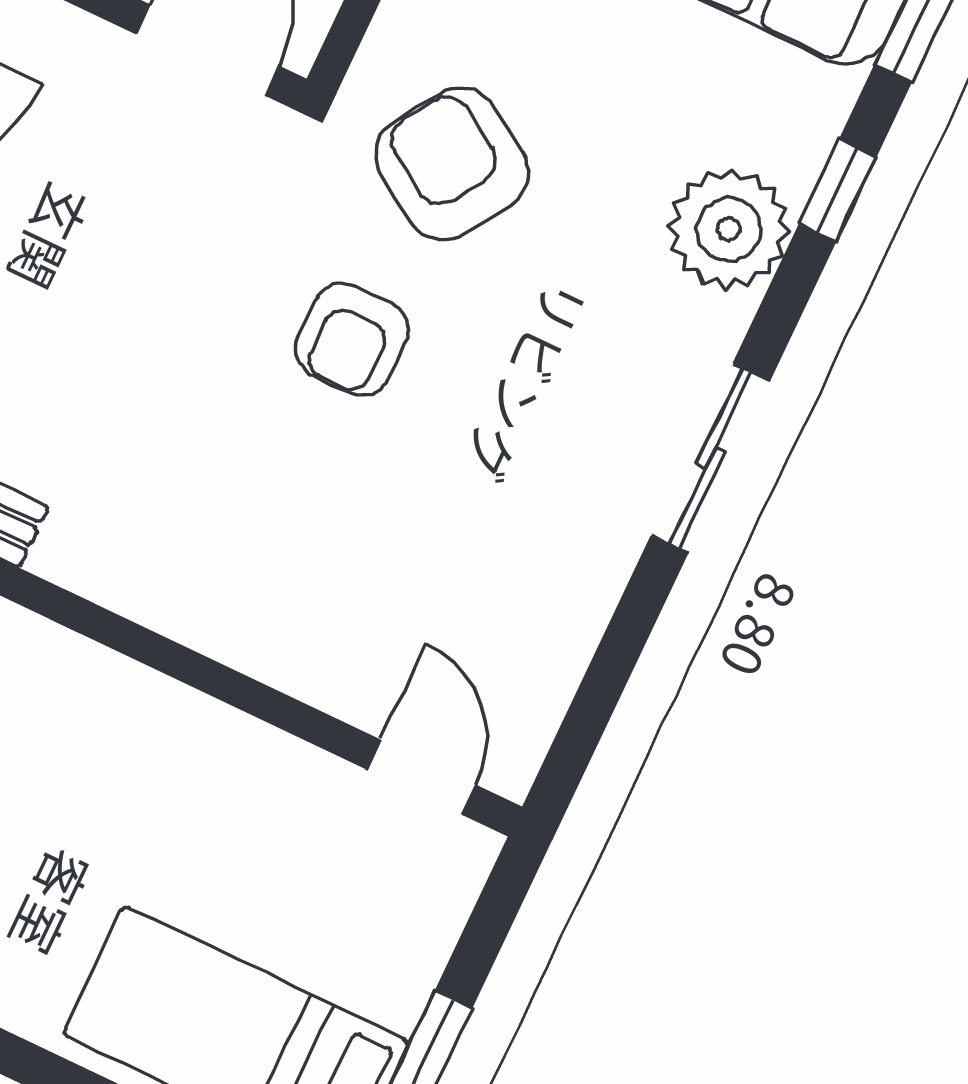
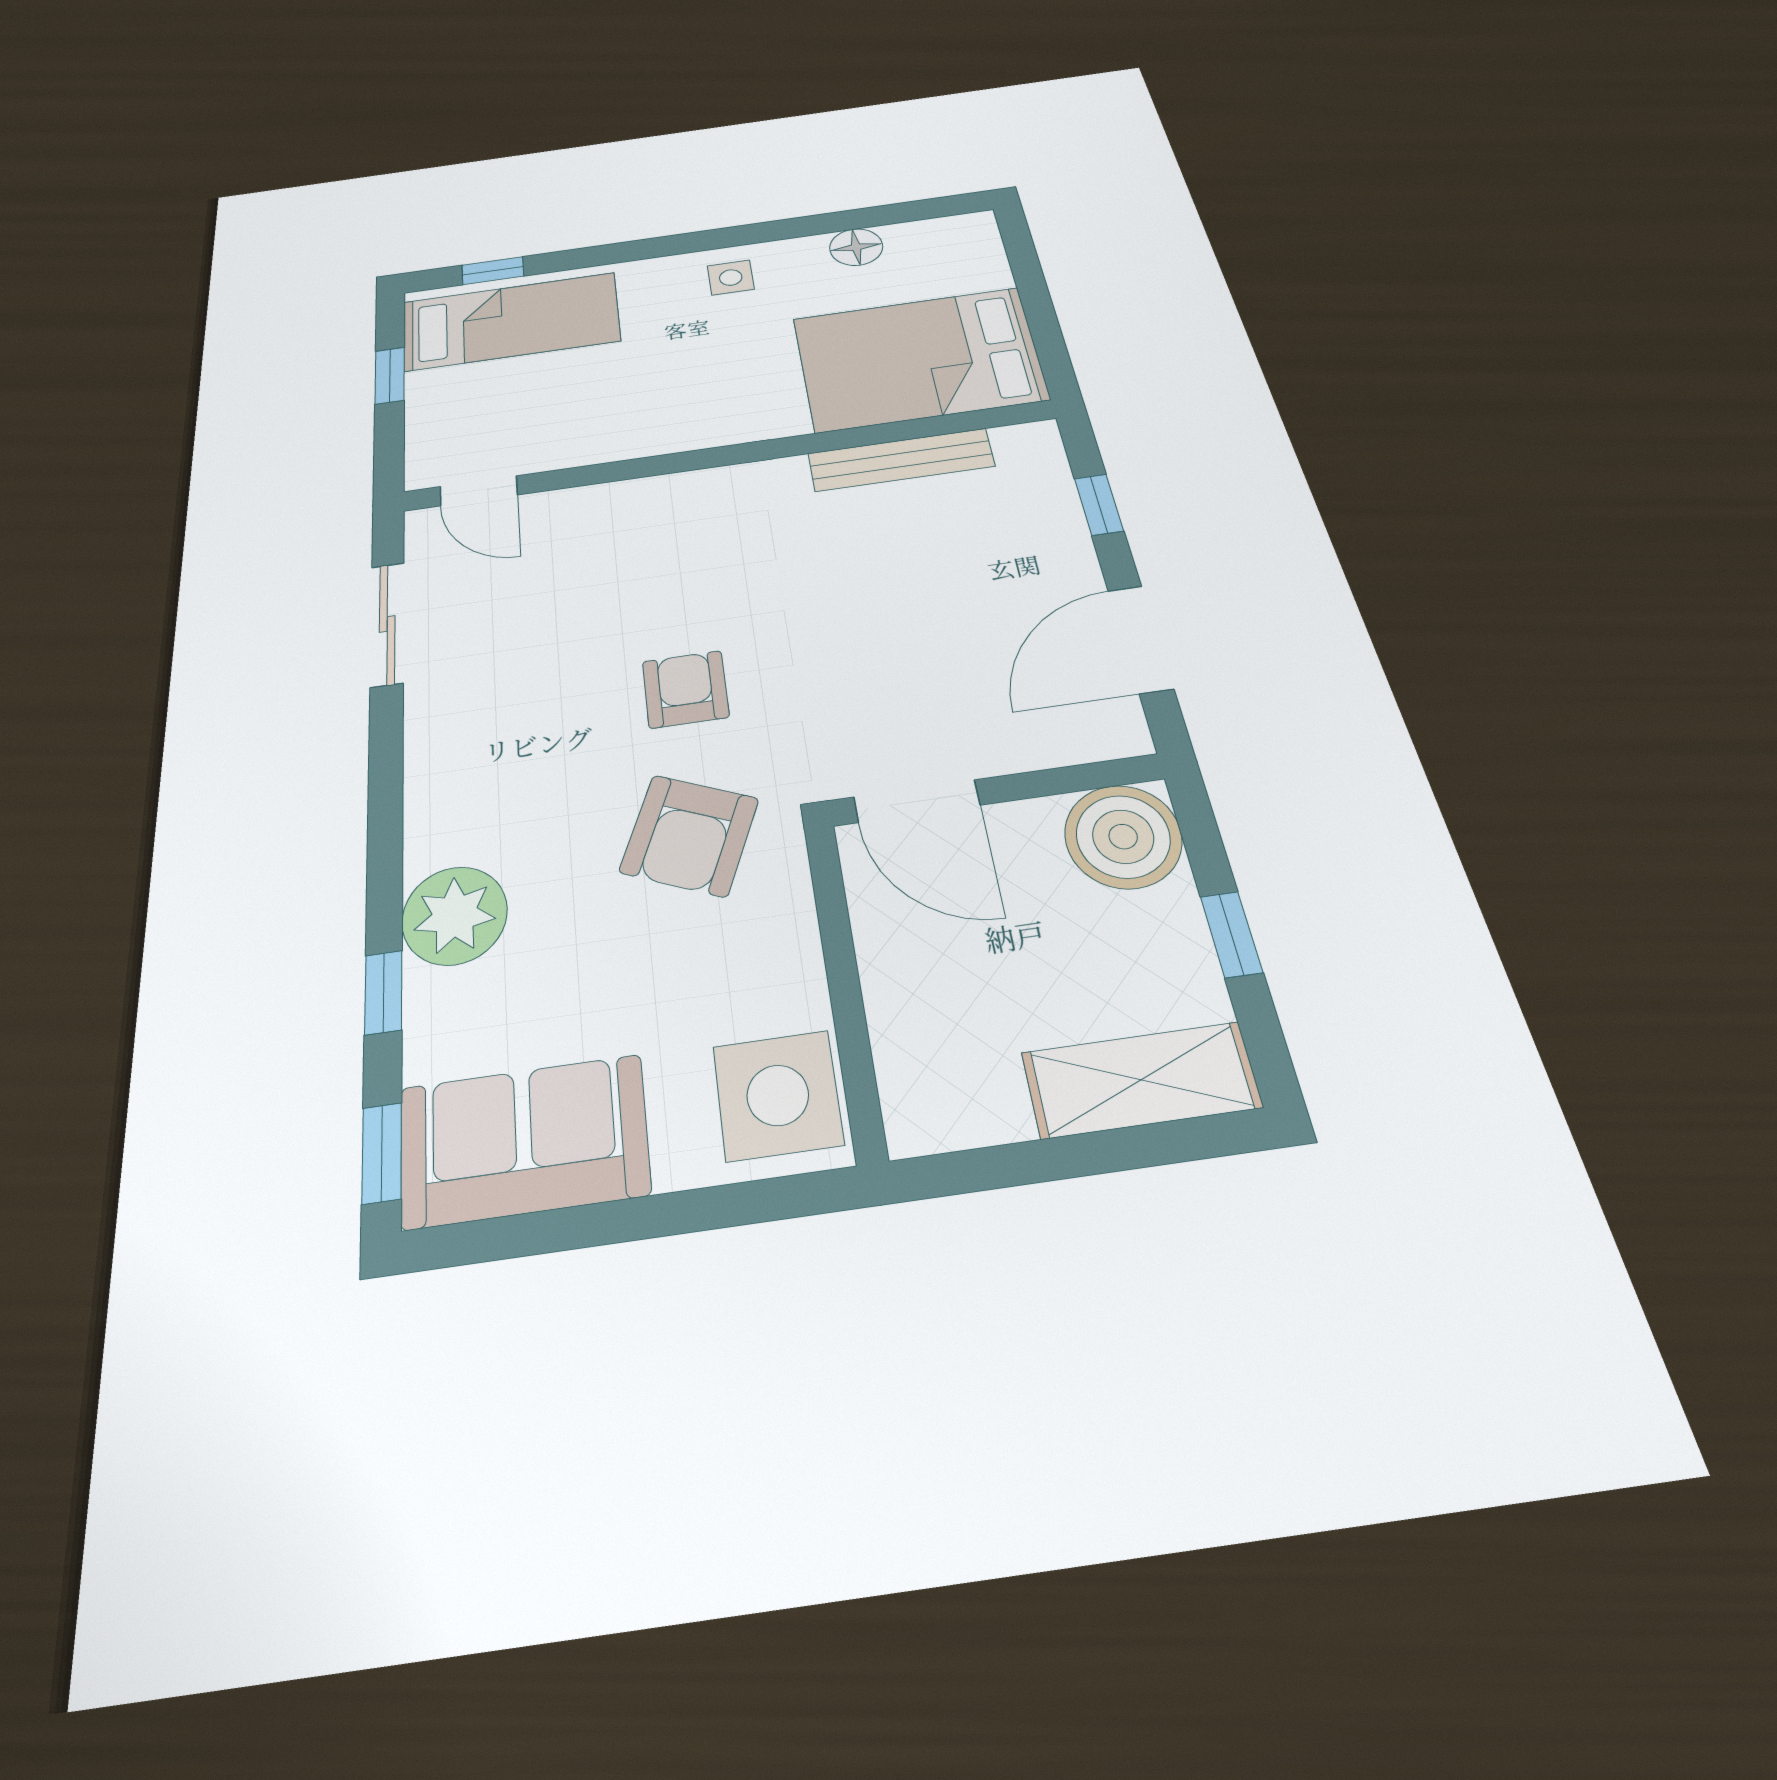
armchair: (452, 164) -> (689, 835), turned 80
sliding door: (710, 458) -> (387, 624), moved

